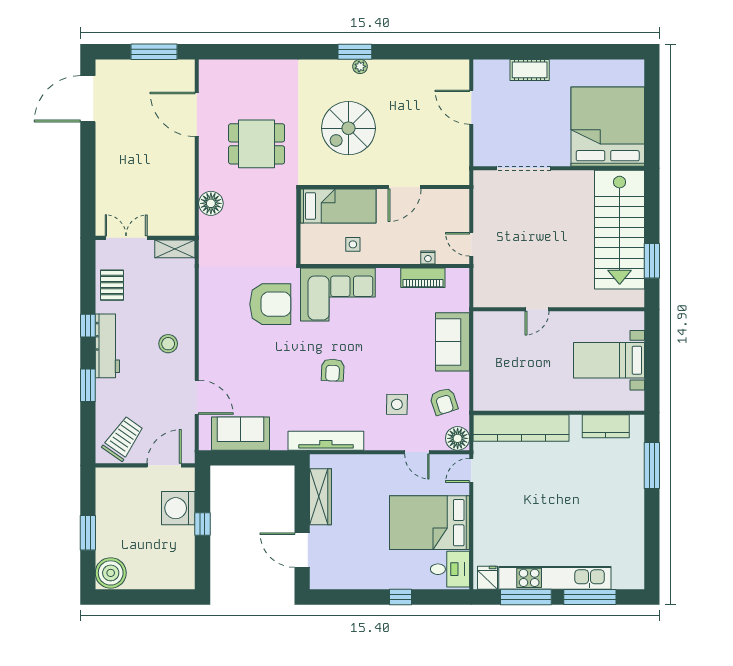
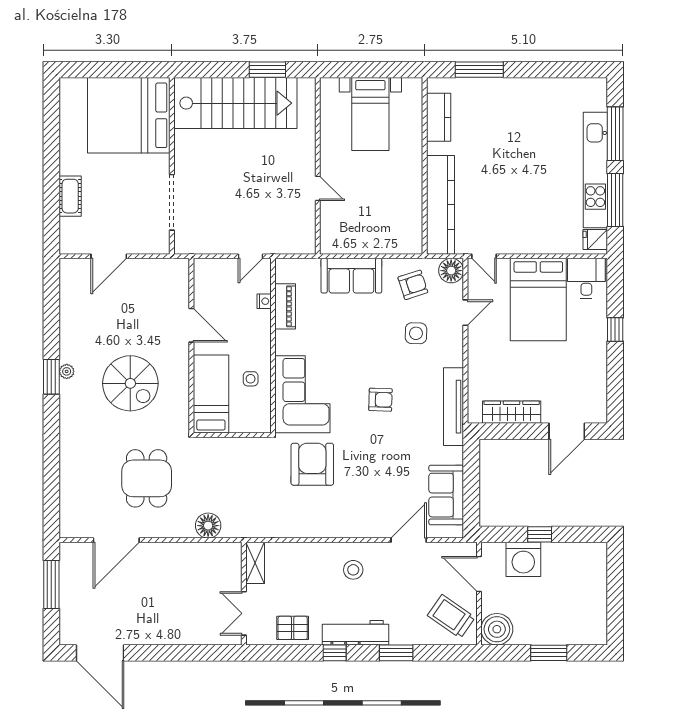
boiler: (111, 573) -> (497, 629), moved

